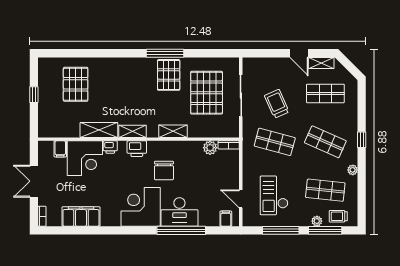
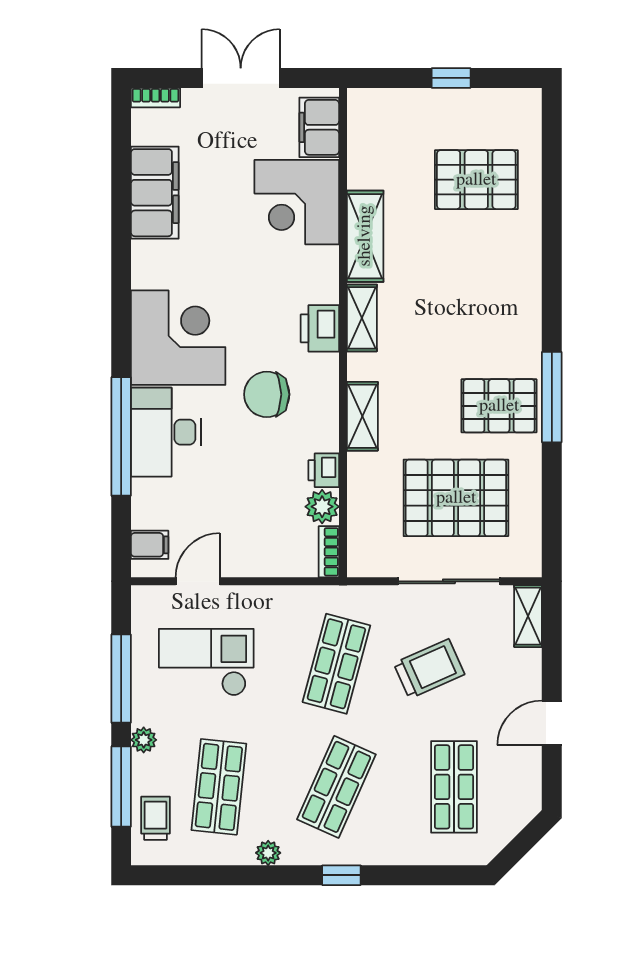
shelving: (321, 63) -> (528, 616), moved
printer: (110, 147) -> (324, 470), moved
filing cabinet: (60, 149) -> (319, 127), width x2.00
plant: (317, 221) -> (144, 740), moved

